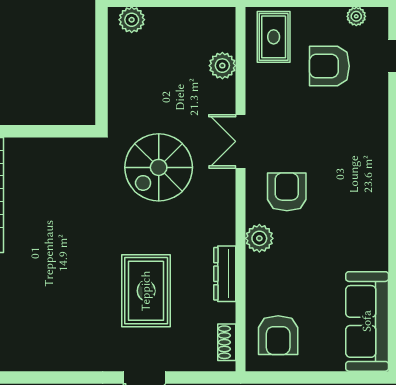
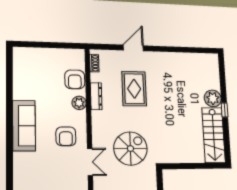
plant: (259, 238) -> (79, 103), moved
sofa: (367, 321) -> (24, 126), moved
armchair: (278, 335) -> (75, 79), moved, turned 180

